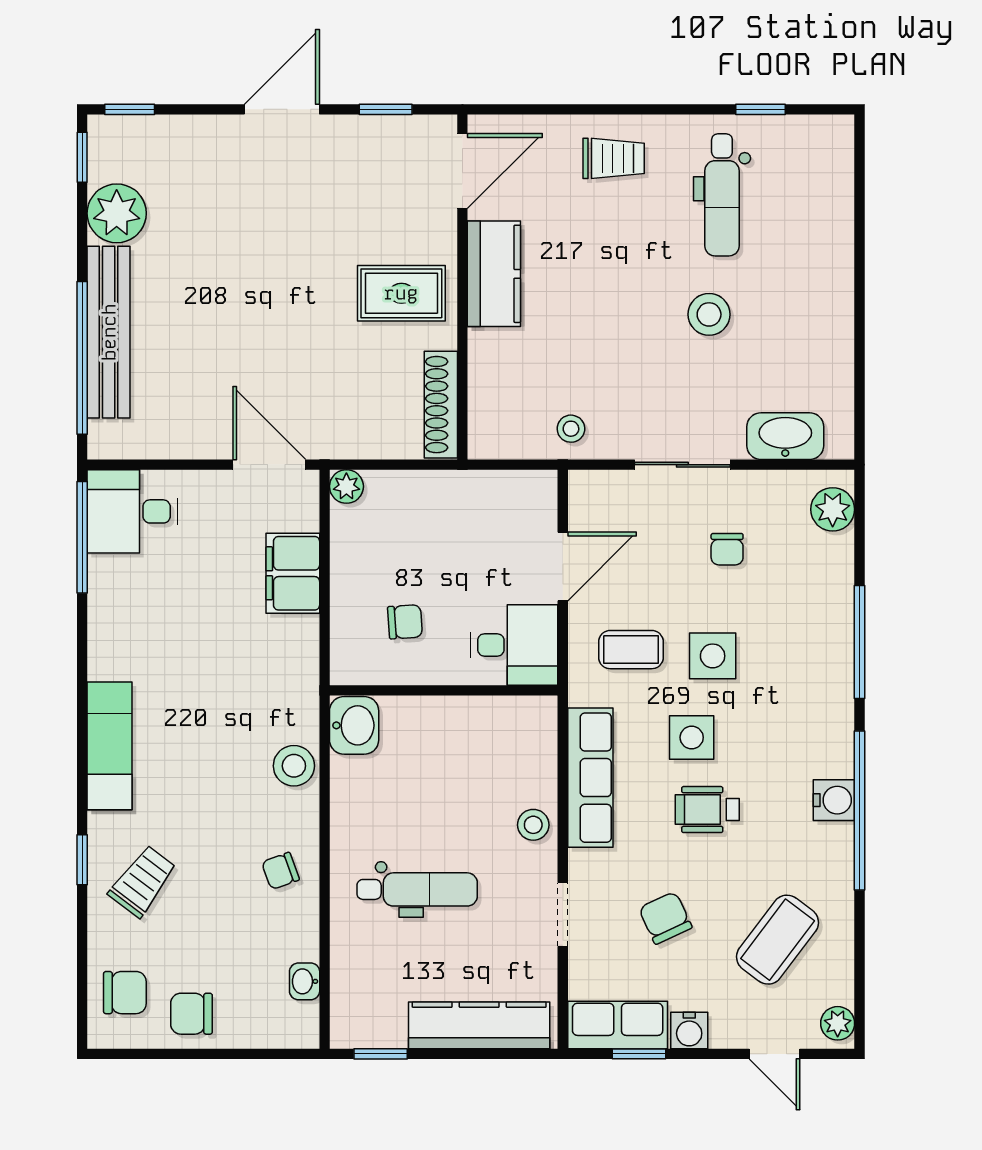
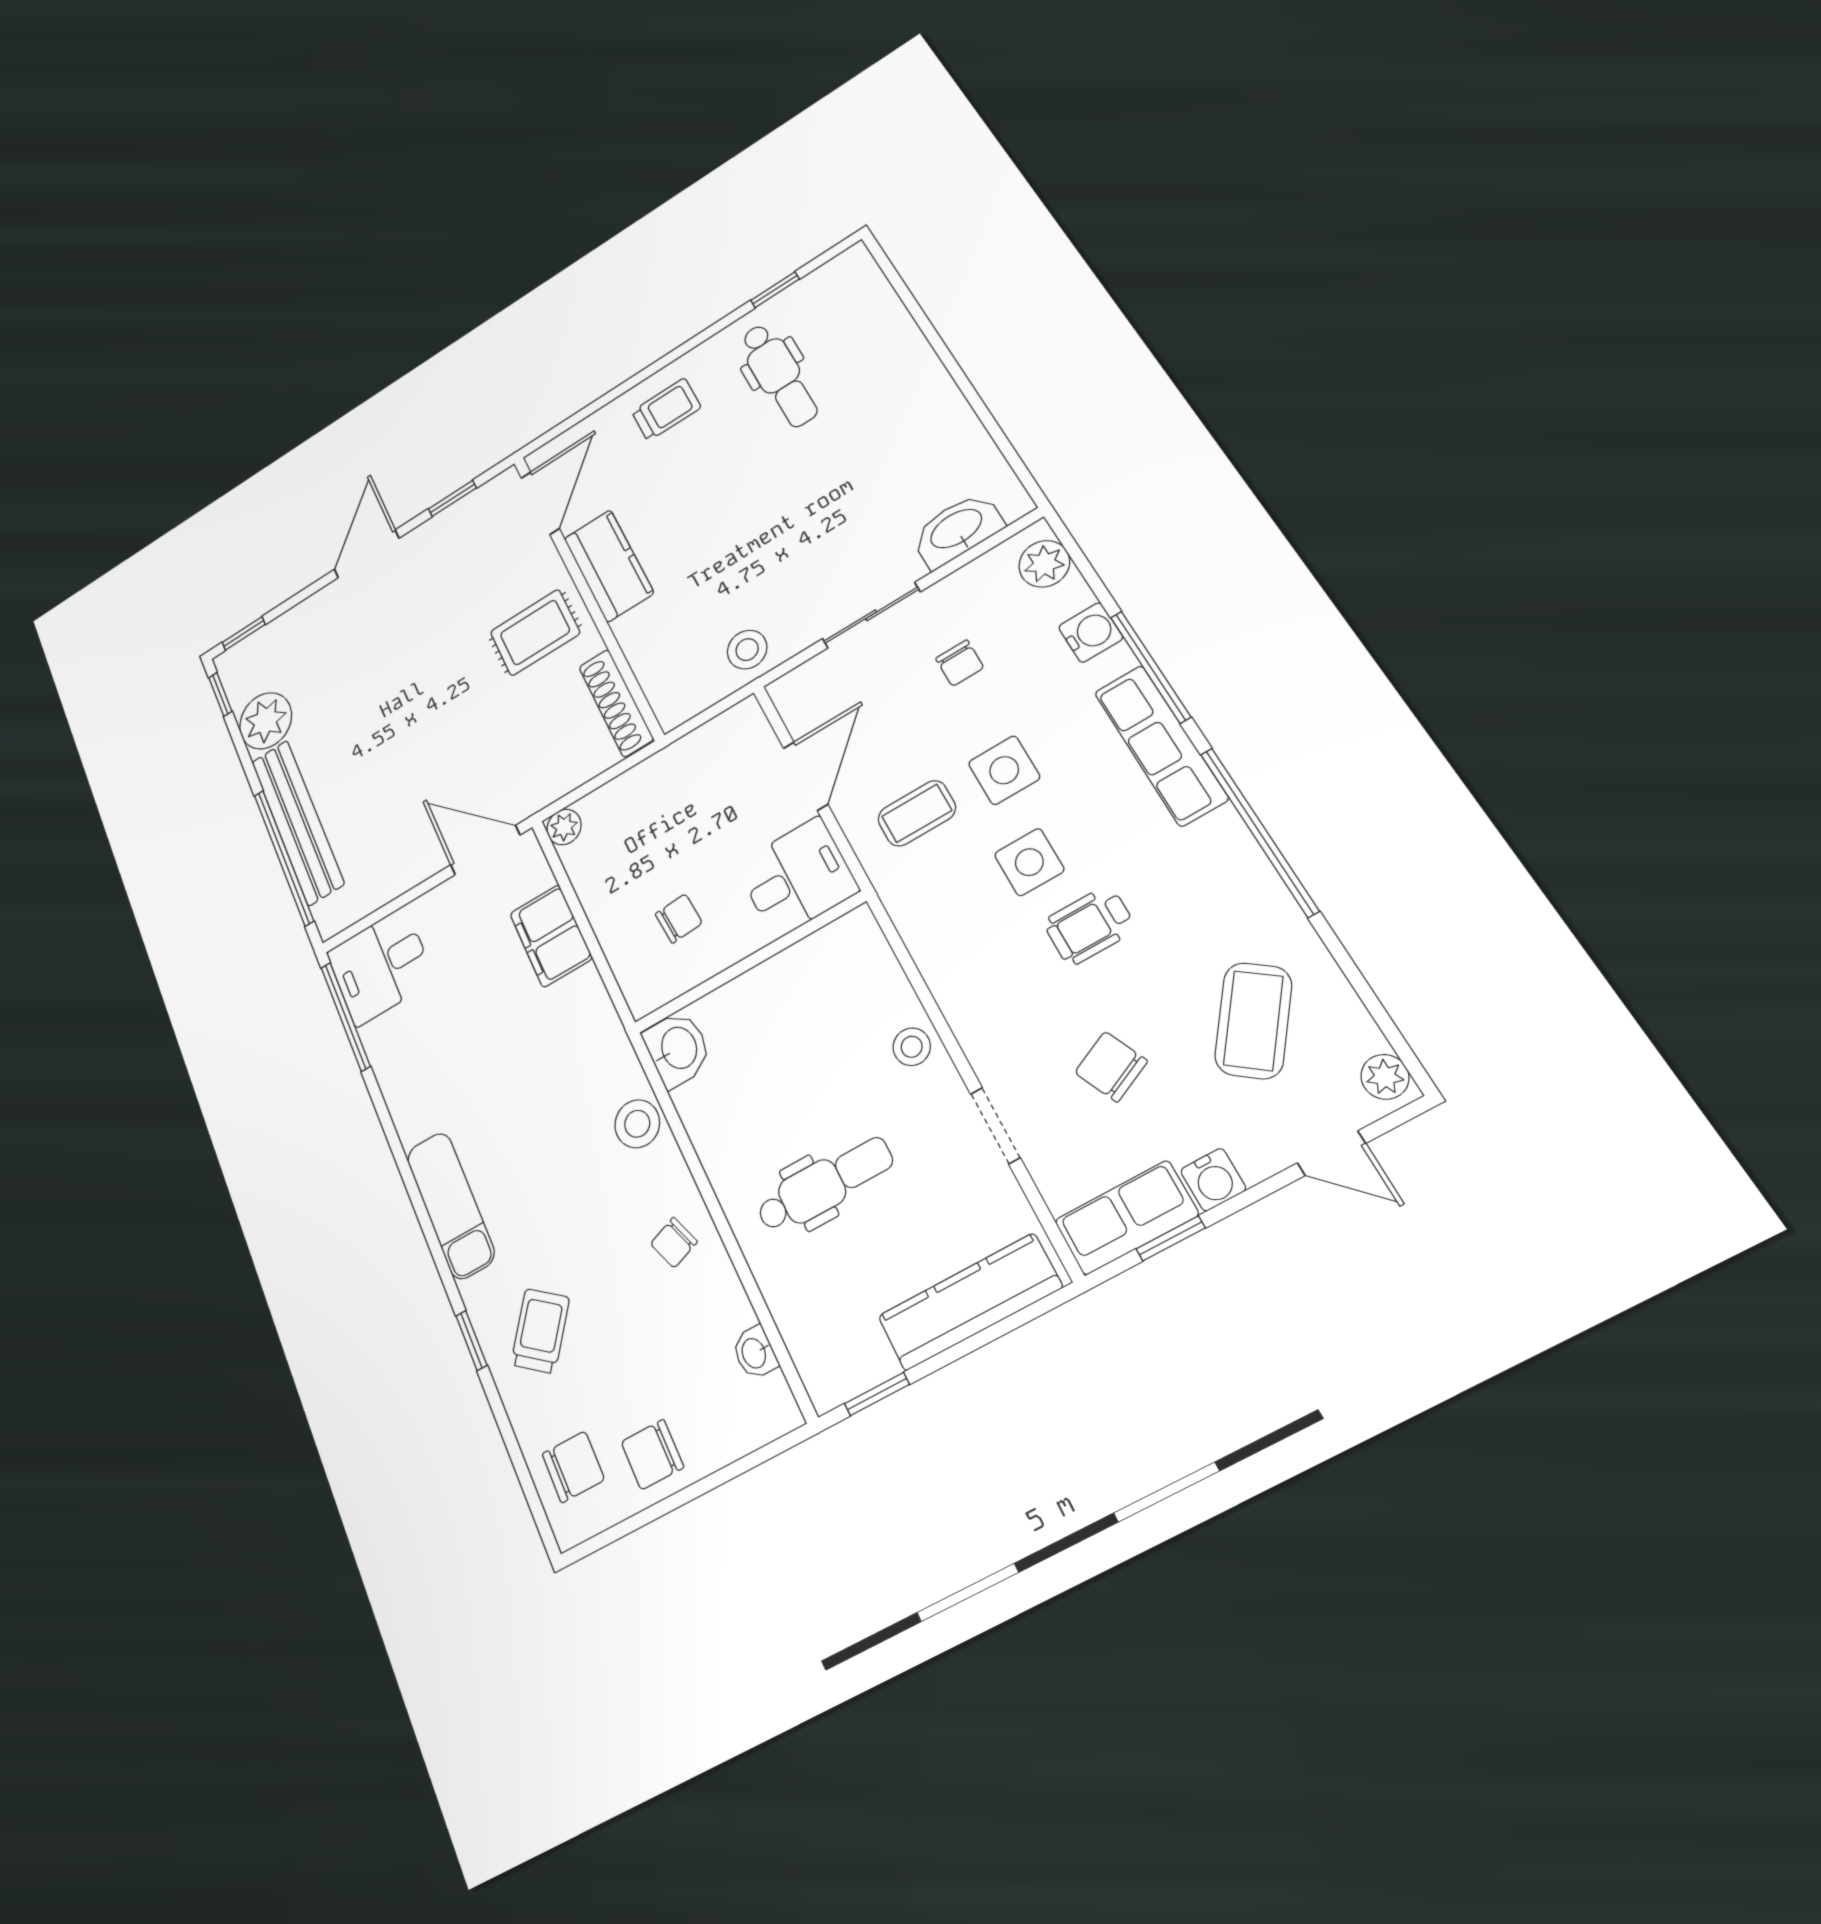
stool: (709, 314) -> (823, 475), removed
stool: (571, 429) -> (747, 650), width x1.37, depth x1.37
row of seats: (590, 778) -> (1161, 745), moved, turned 180
water cooler: (834, 800) -> (1091, 632), moved

